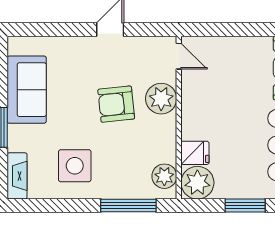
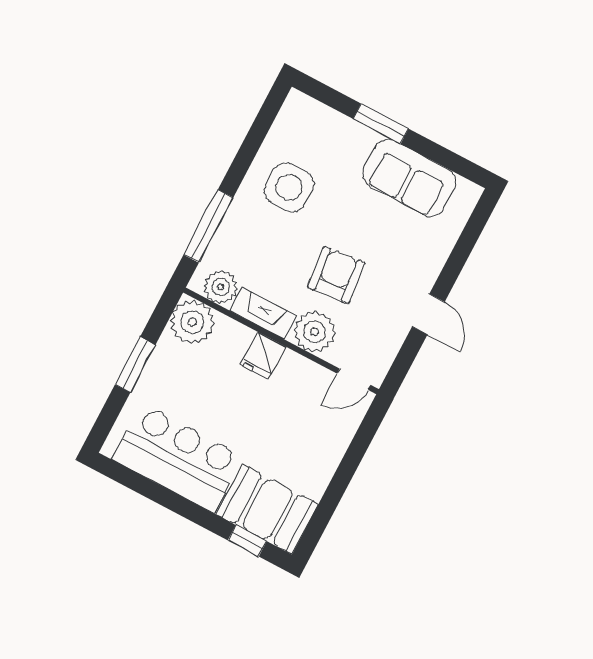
fridge: (195, 153) -> (263, 356), moved
fireplace: (17, 176) -> (263, 313), moved, turned 180

